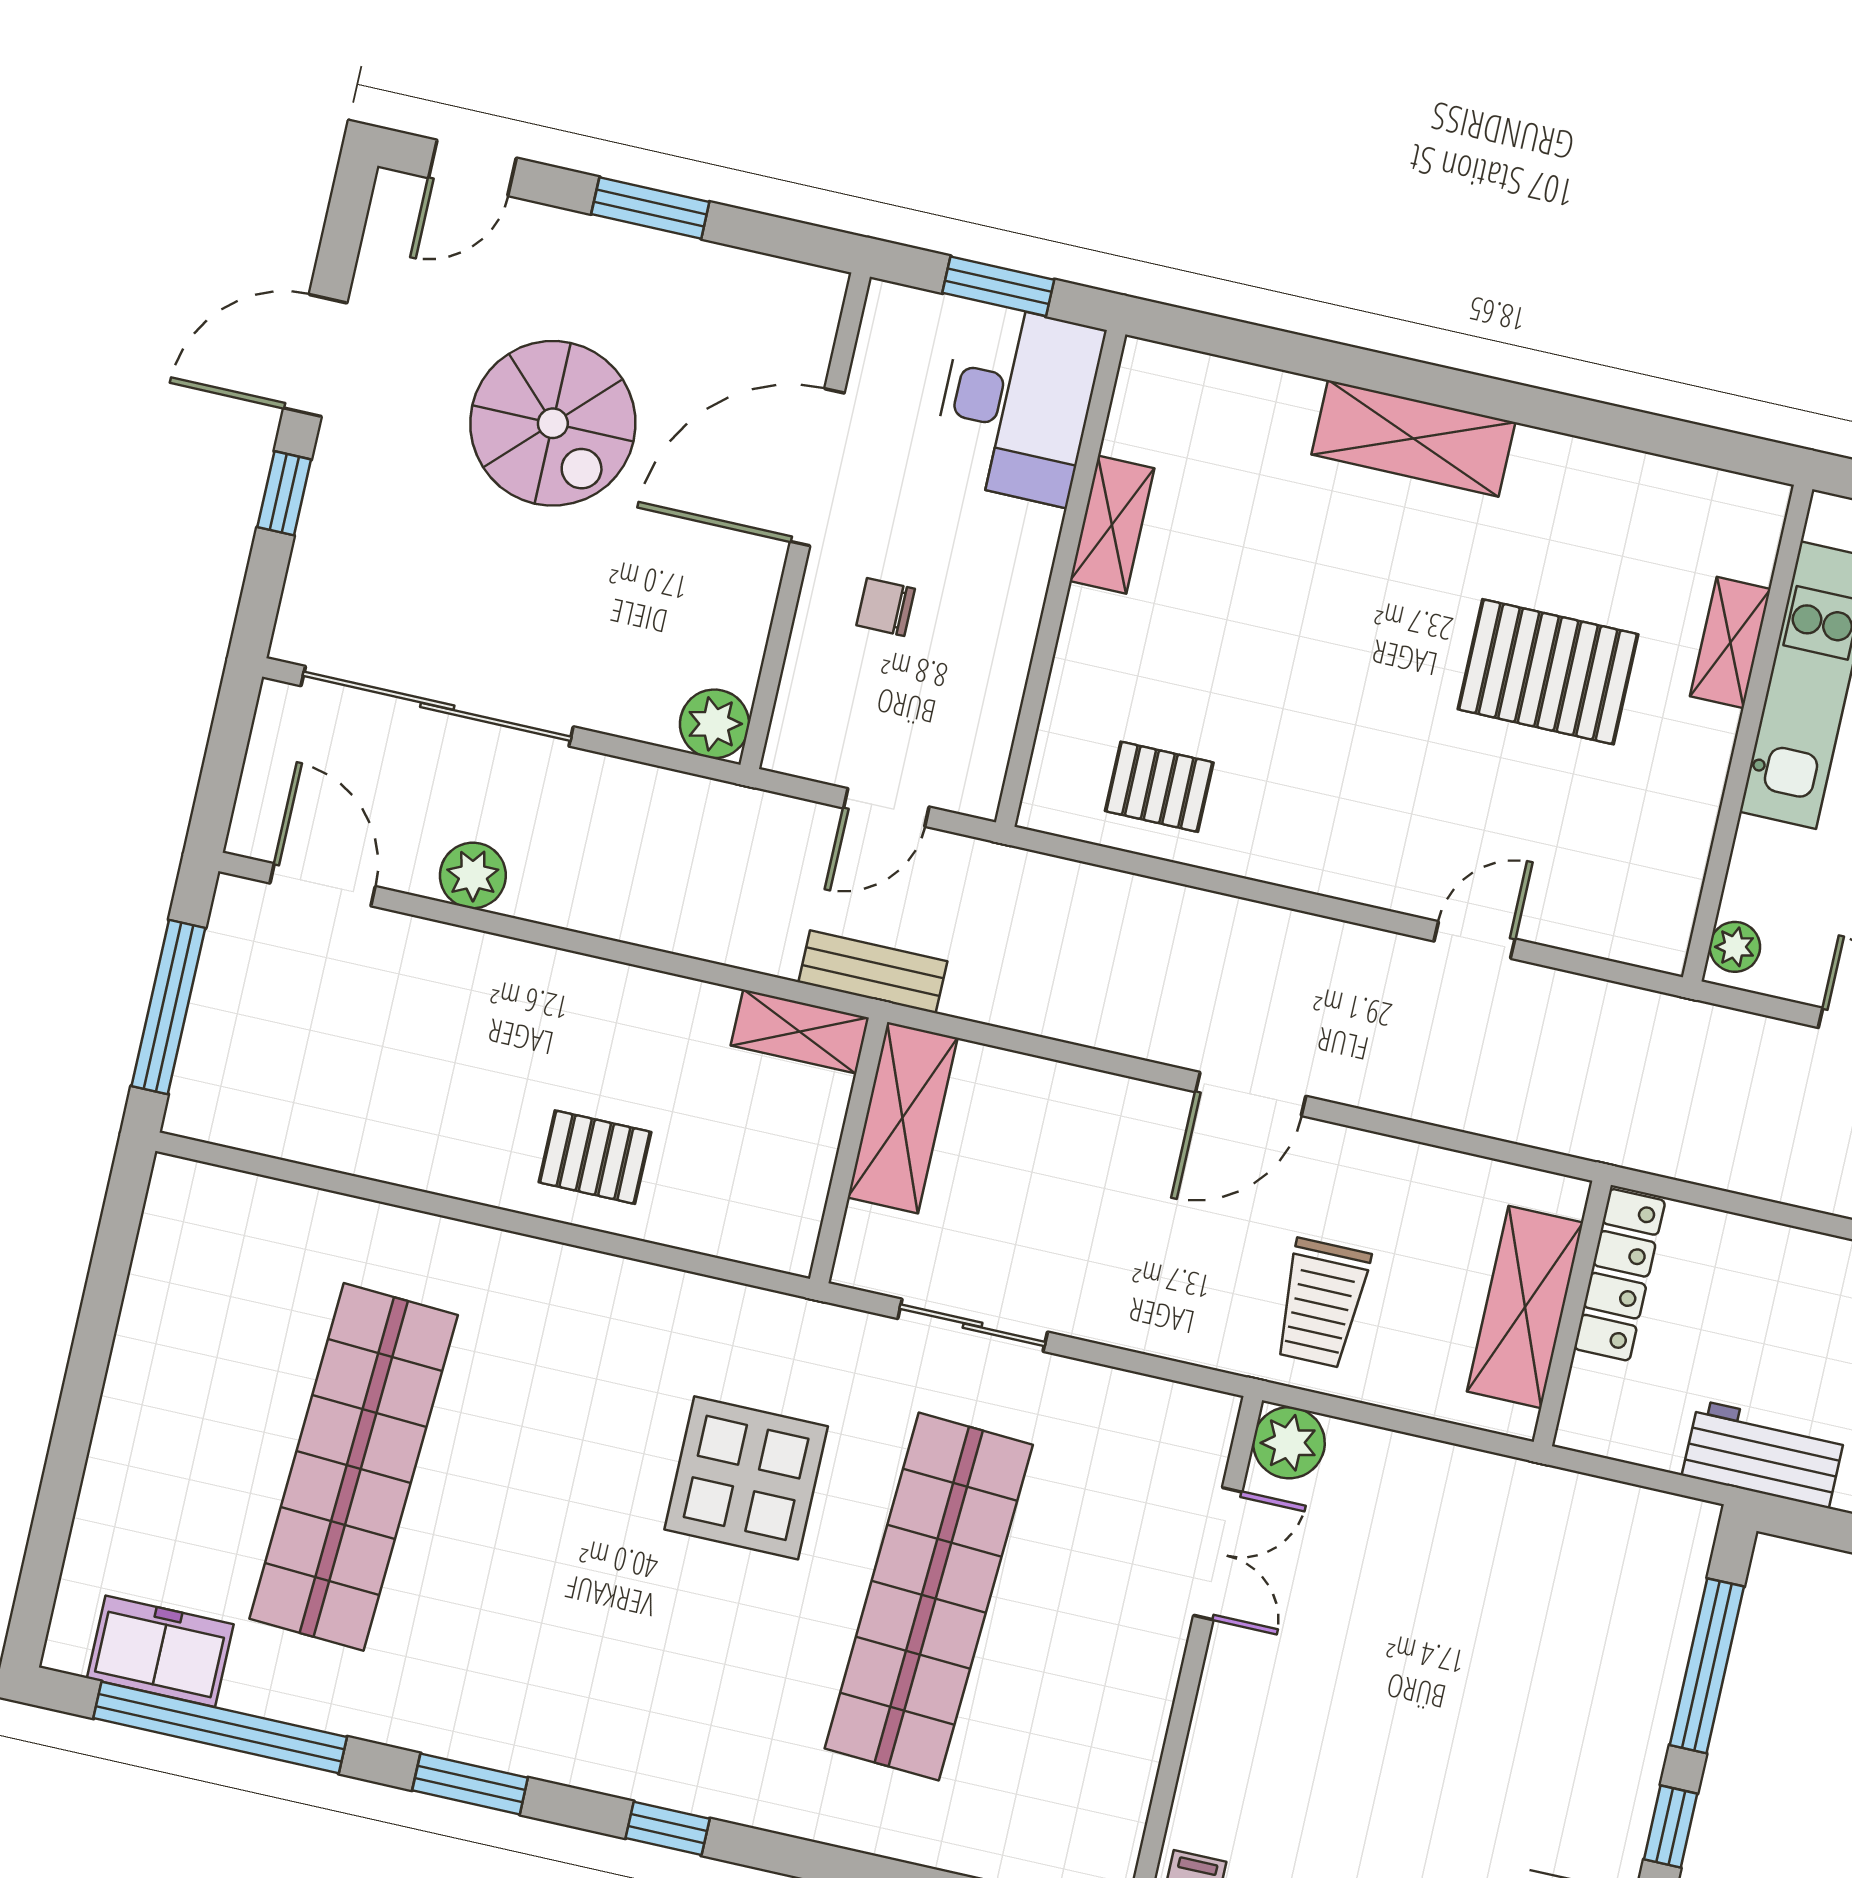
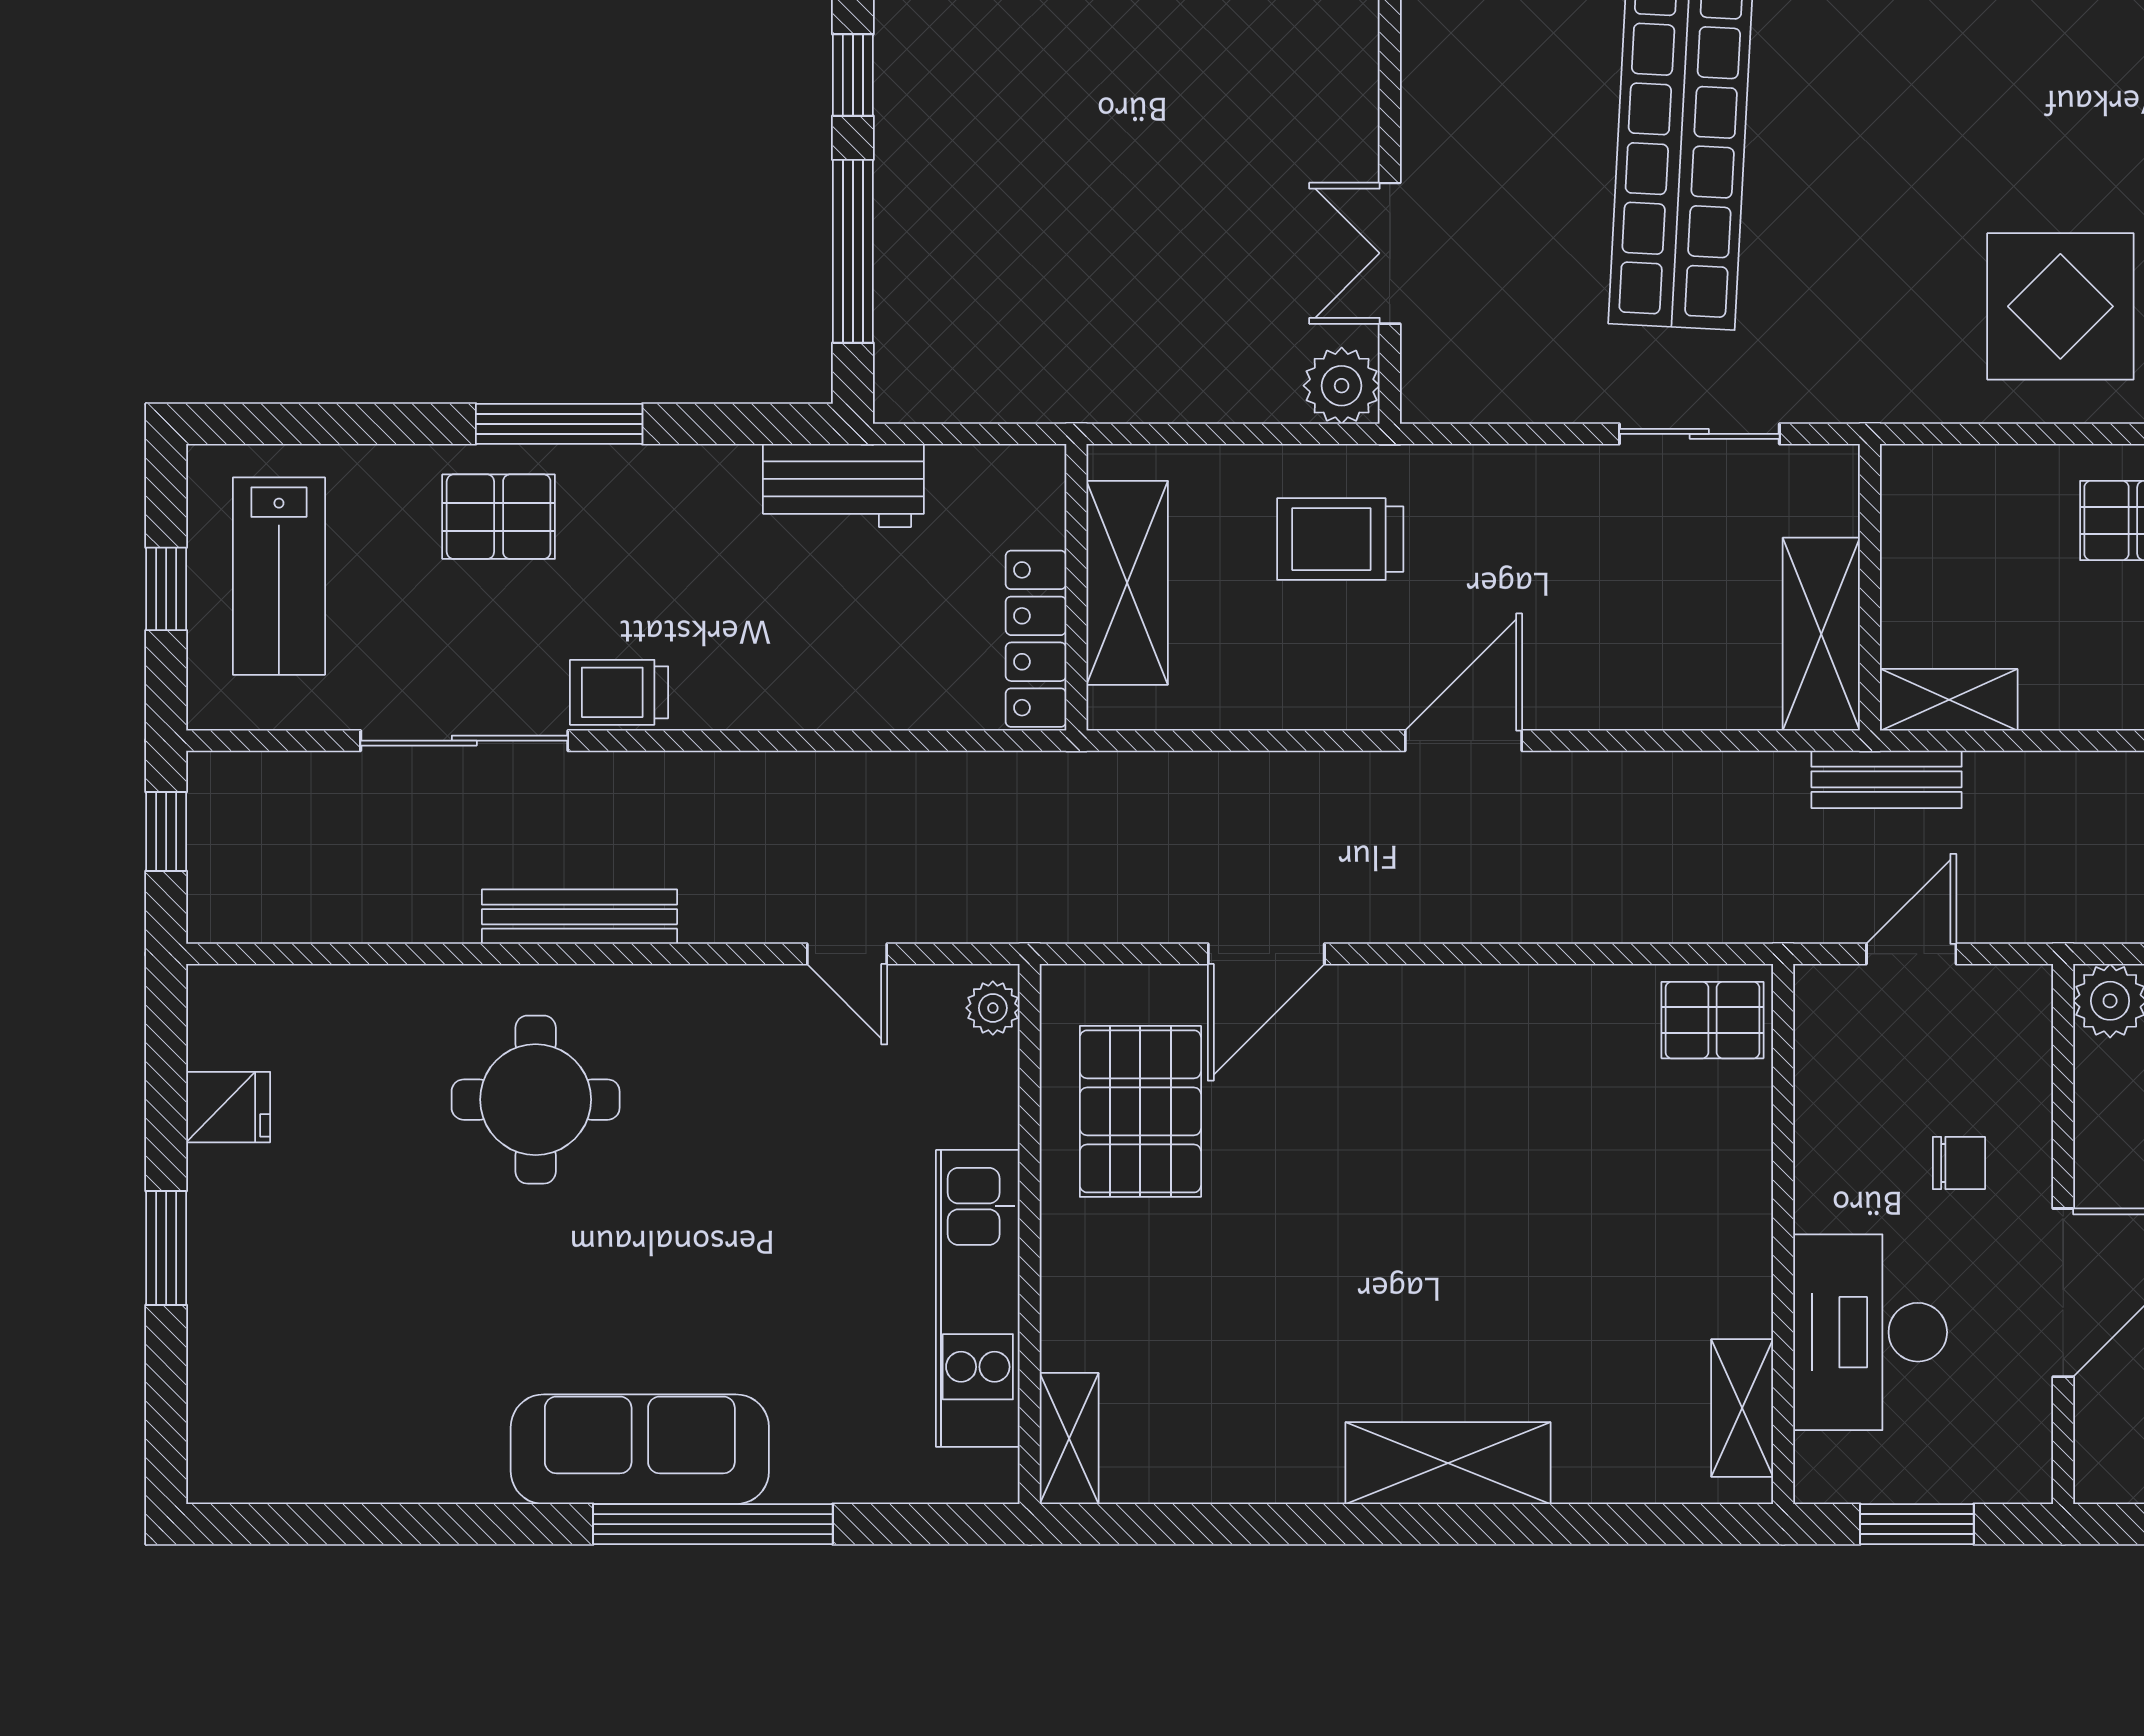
desk: (1017, 403) -> (1870, 1332), moved
shelving: (1112, 525) -> (1742, 1408), moved
shelving: (1730, 643) -> (1069, 1439), moved
pallet: (1548, 672) -> (1140, 1111), moved, turned 90
pallet: (1159, 787) -> (1712, 1020), moved
door: (1474, 940) -> (1266, 954), width x1.37
trolley: (1322, 1303) -> (1340, 539), turned -90
display table: (746, 1478) -> (2060, 306), moved

